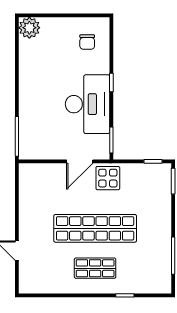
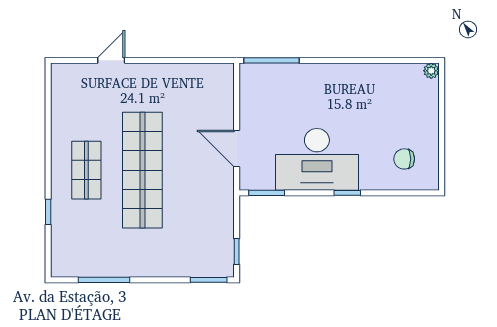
plant: (29, 28) -> (431, 71), width x0.53, depth x0.53
display table: (108, 178) -> (213, 188), removed

